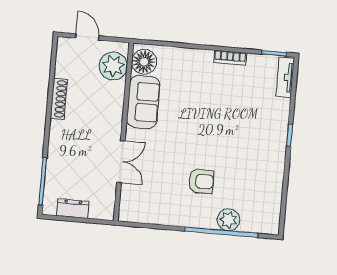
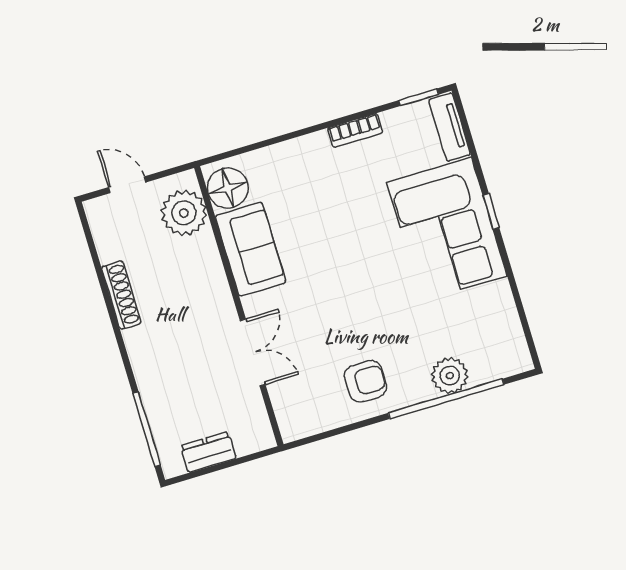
corner sofa: (260, 135) -> (447, 229), added
armchair: (201, 181) -> (365, 381), moved

